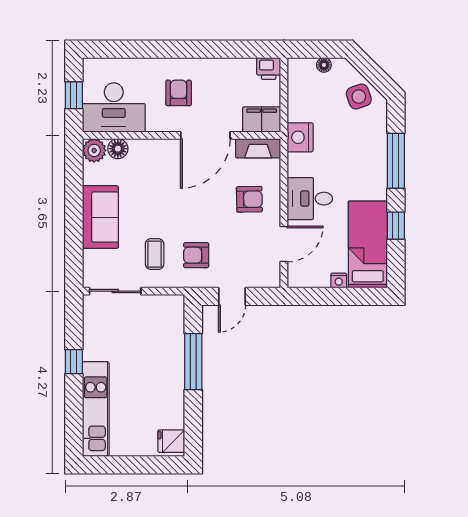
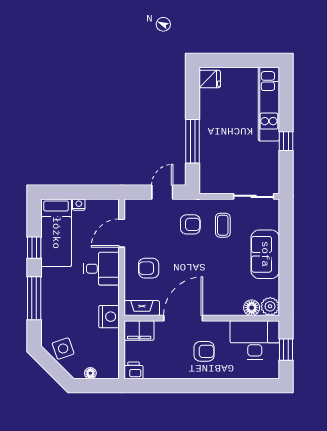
armchair: (179, 93) -> (204, 351), turned -90

